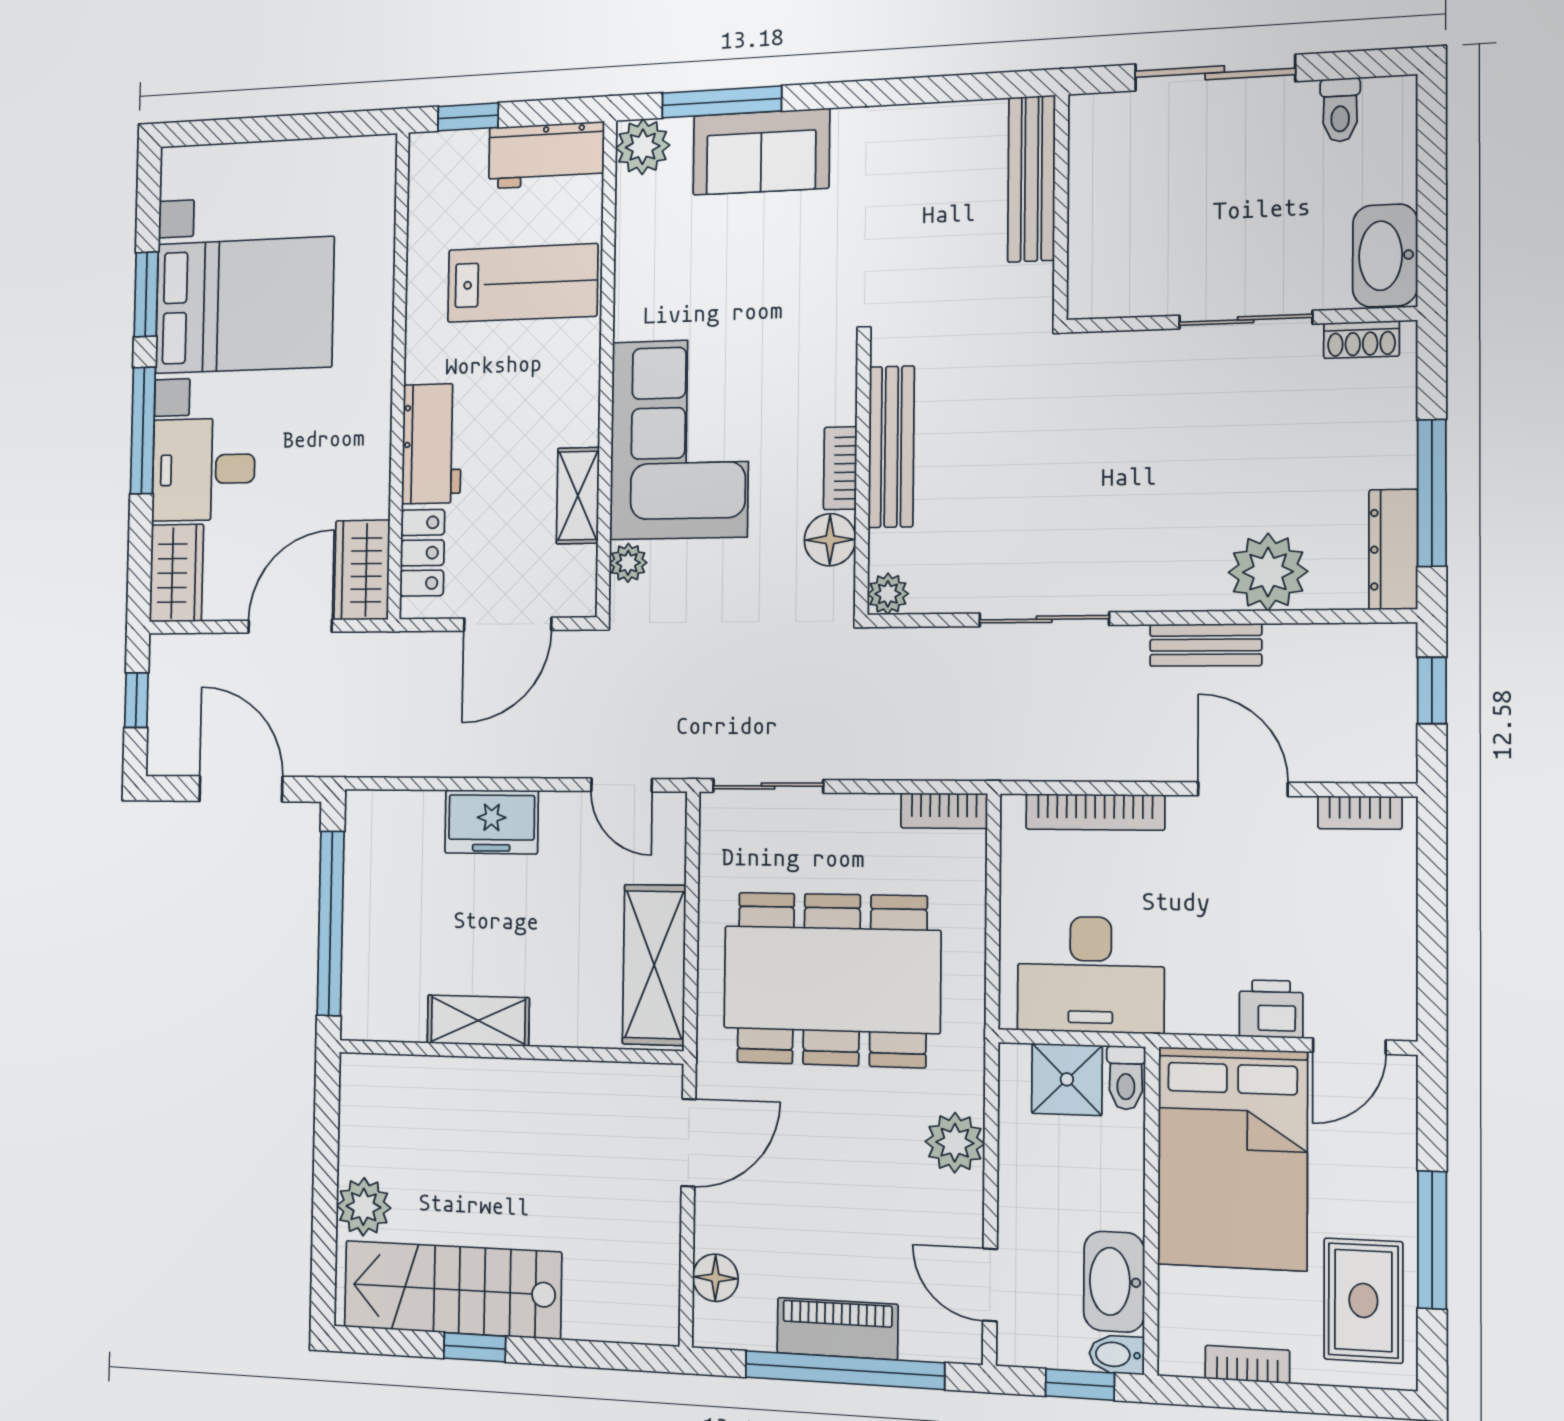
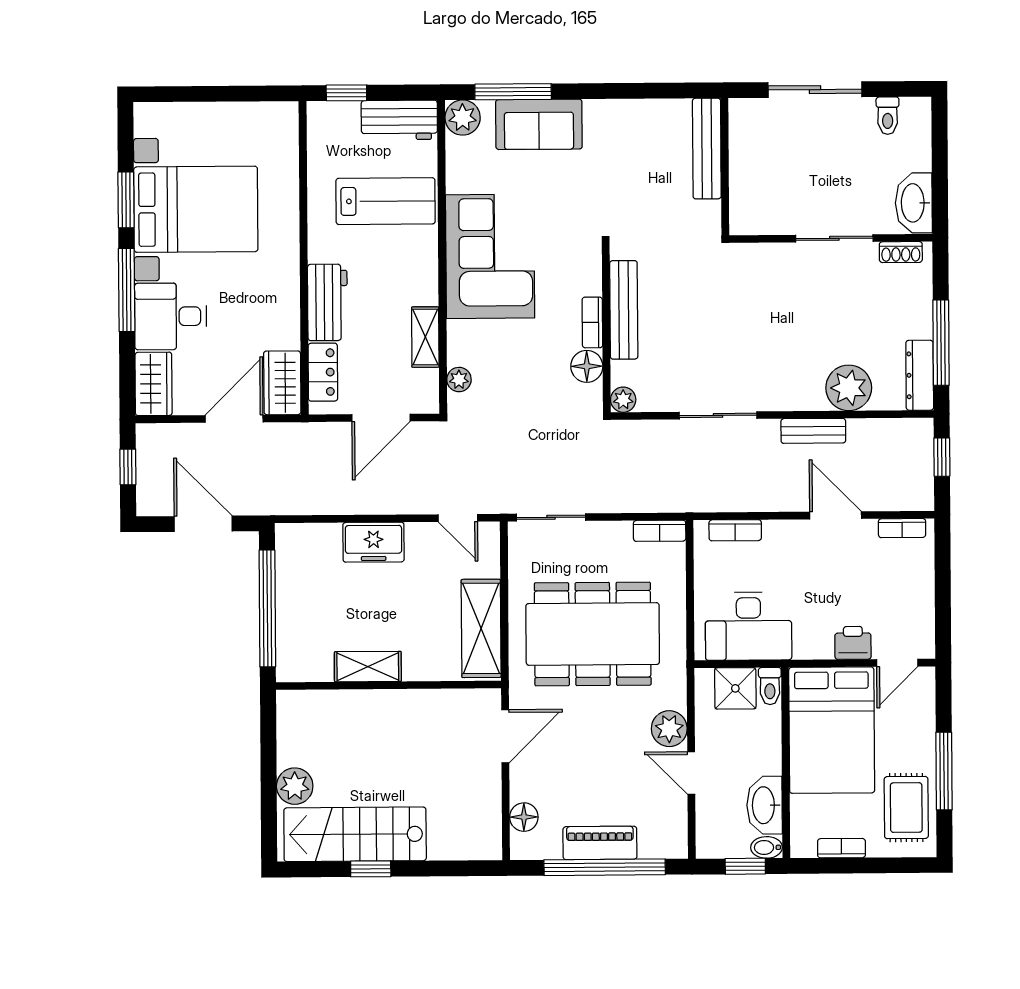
corner sofa: (679, 439) -> (490, 256), moved
bookcase: (1095, 812) -> (735, 530), width x0.64
door: (990, 1285) -> (691, 773), moved

